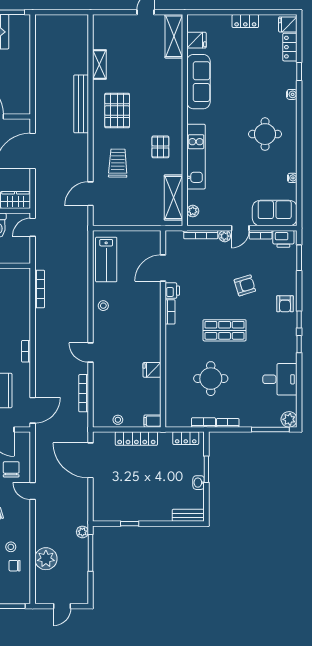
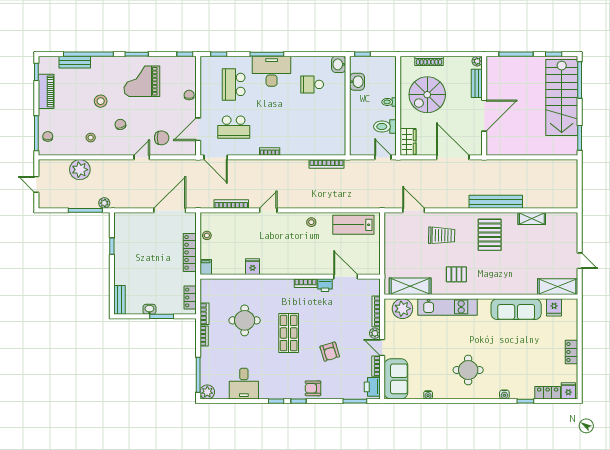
pallet: (117, 111) -> (490, 235), turned 90
plant: (193, 211) -> (402, 309), width x1.88, depth x1.88
chair: (15, 566) -> (48, 136), moved

